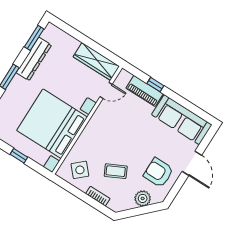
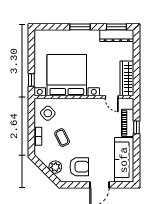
dresser: (34, 59) -> (117, 36), moved
window: (19, 156) -> (31, 80), moved
armchair: (159, 173) -> (79, 167), turned 90

